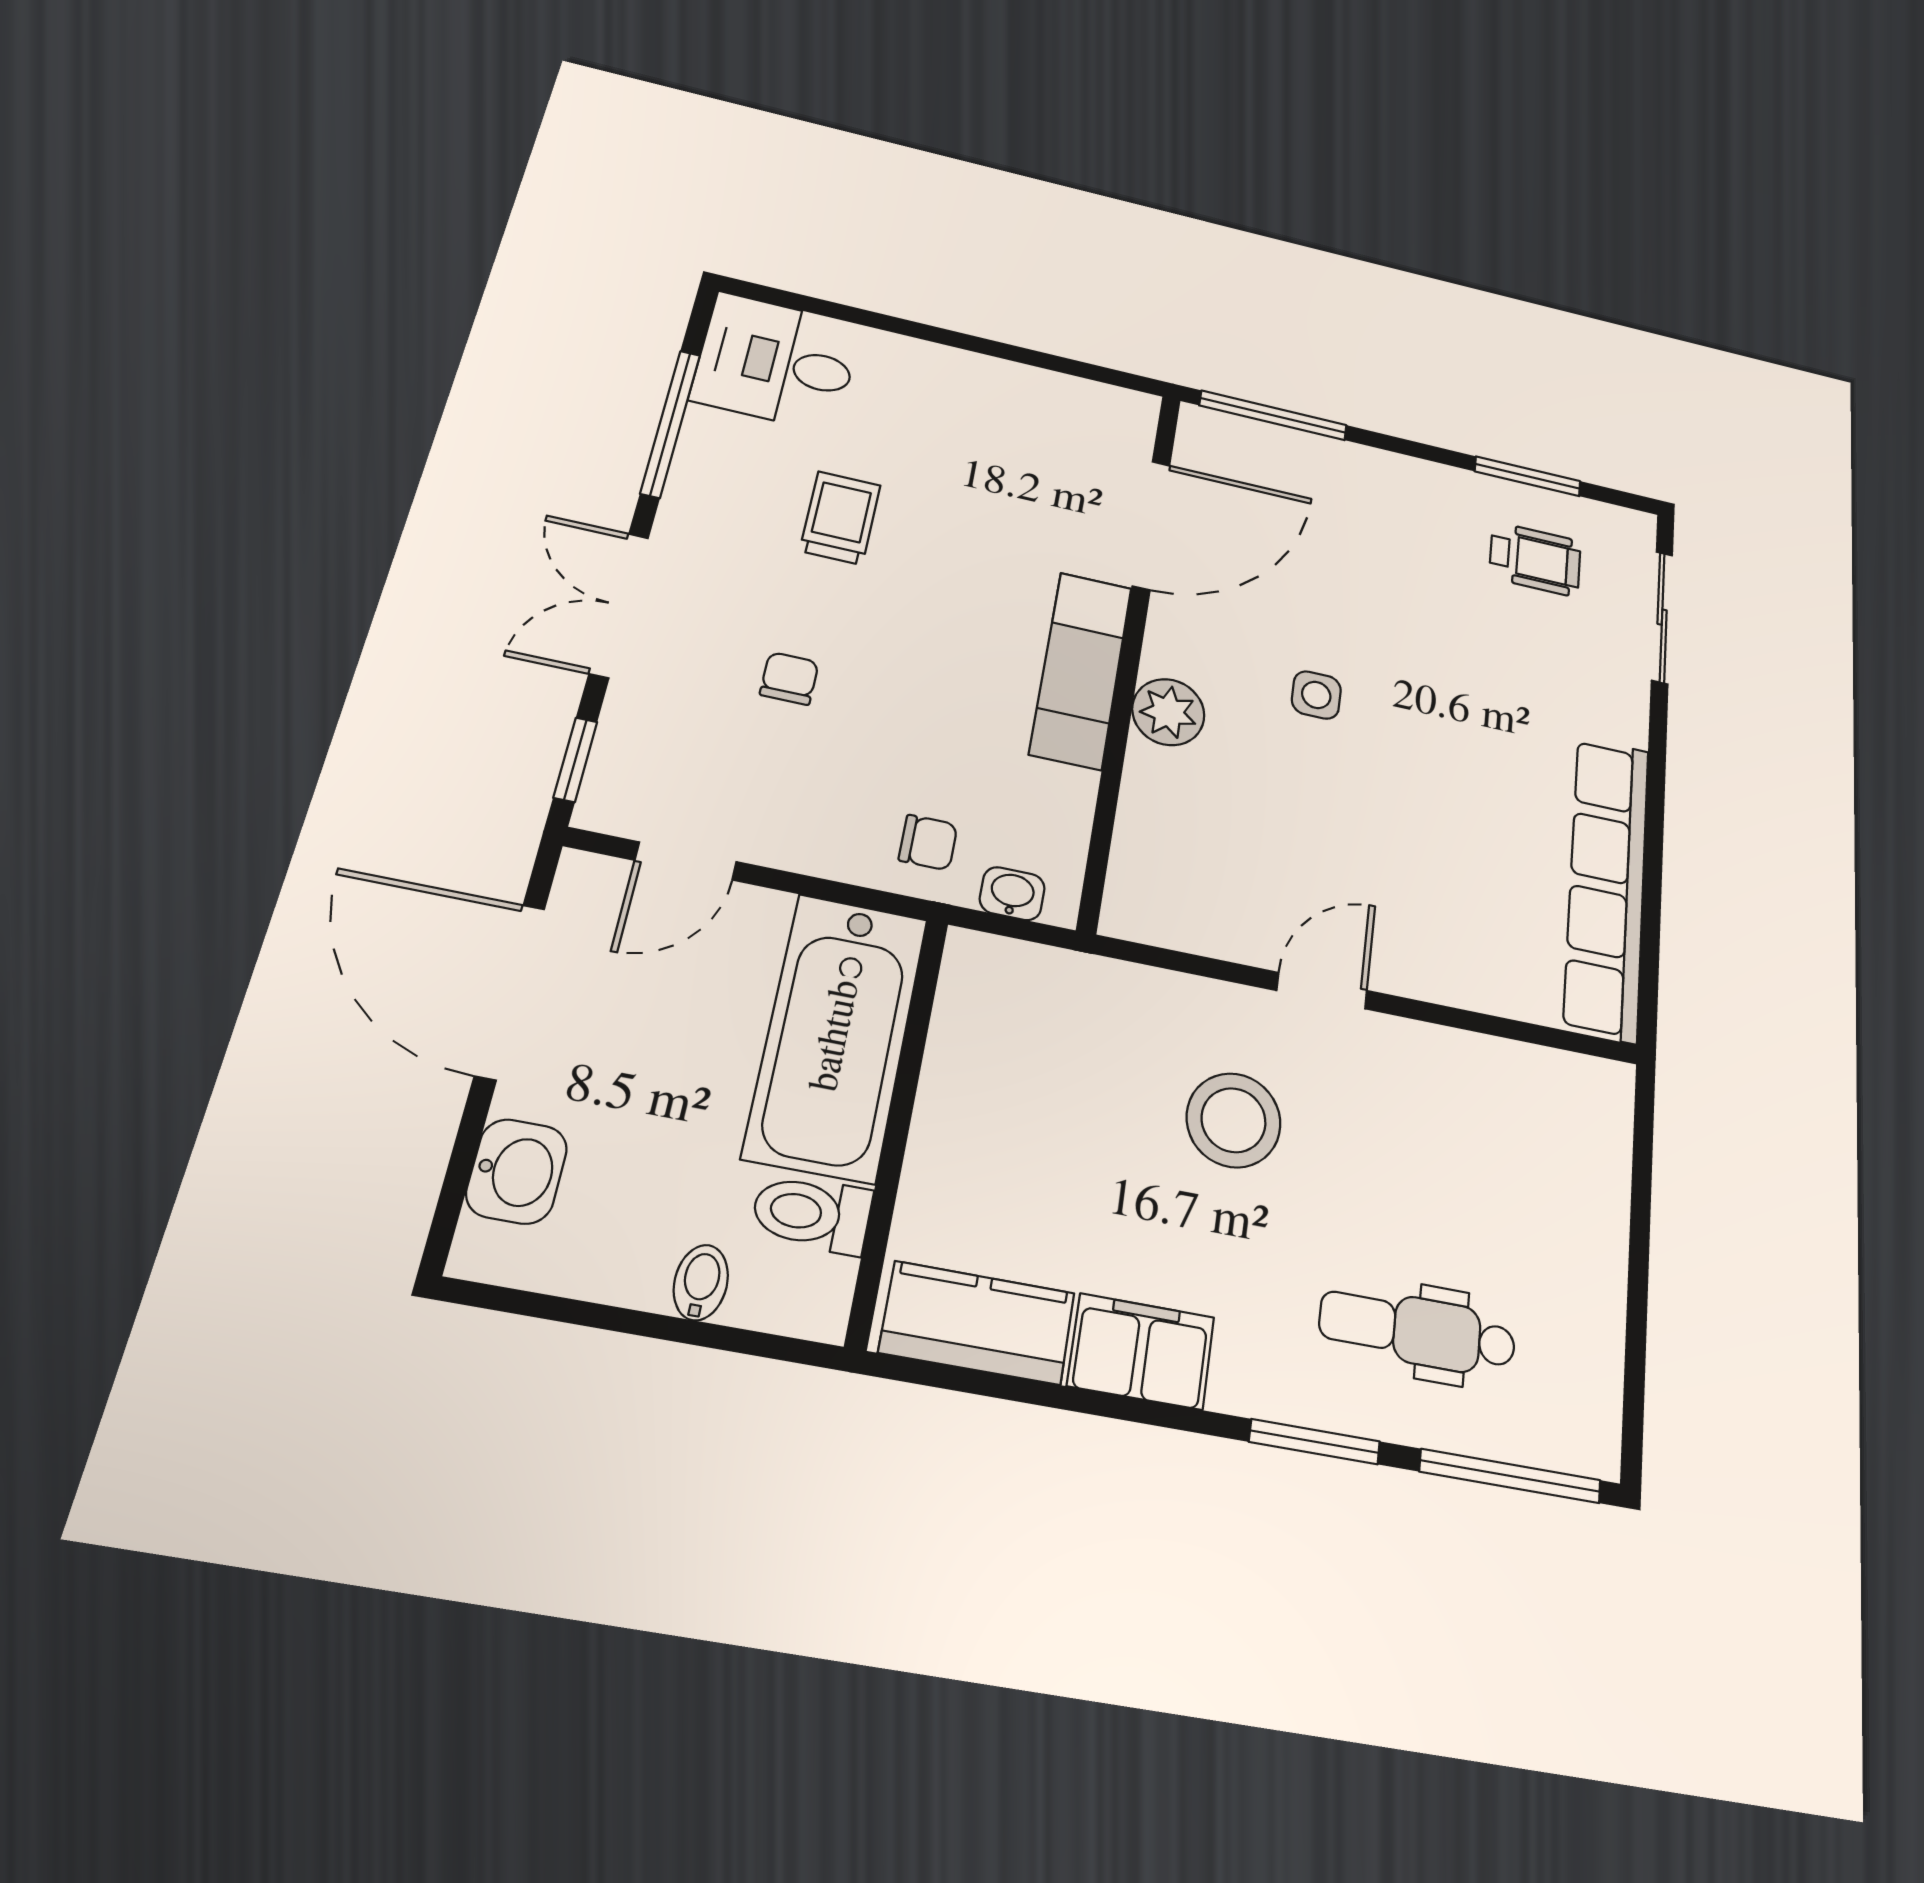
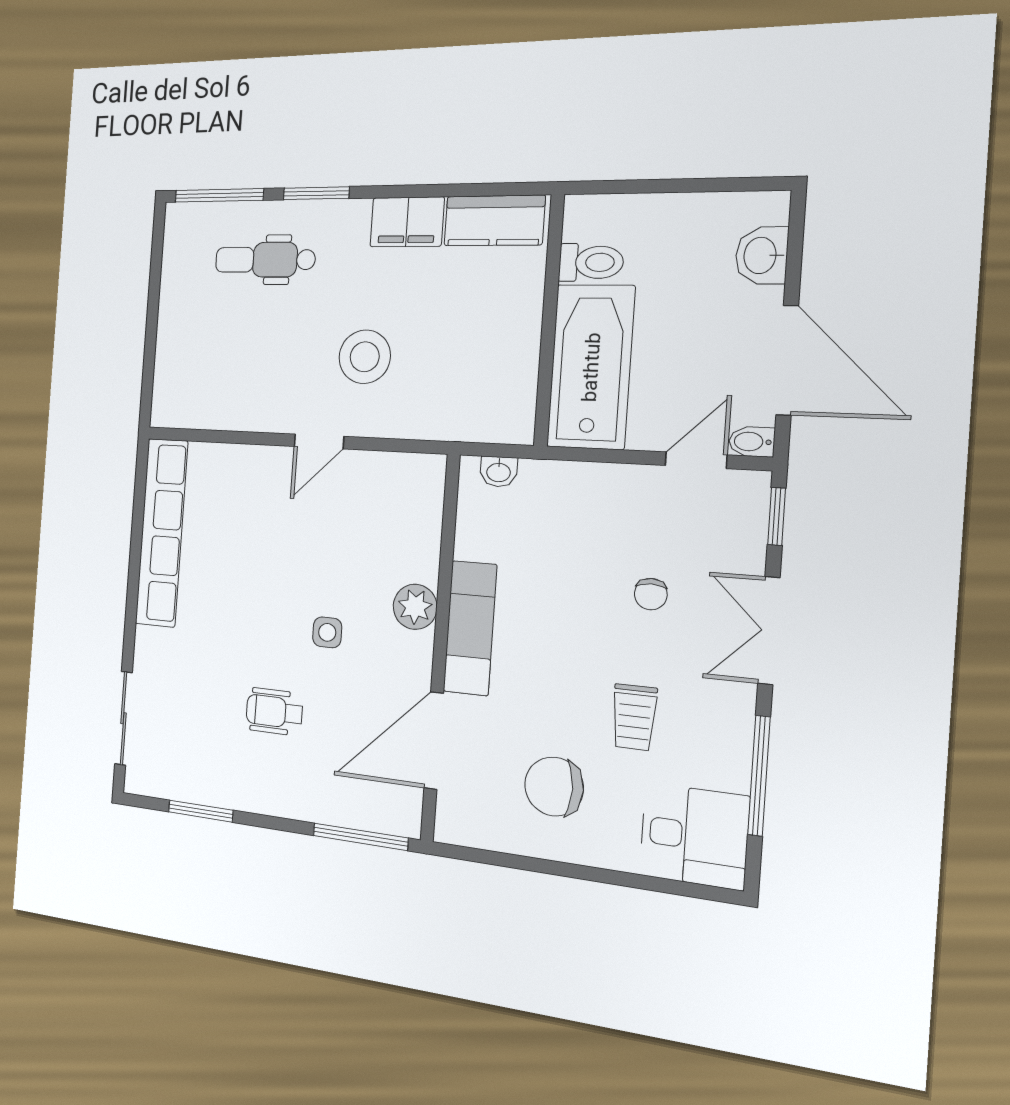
wheelchair: (1535, 559) -> (274, 712), moved
double door: (619, 605) -> (769, 631), swing flipped
chair: (928, 843) -> (554, 787), moved, width x1.87, depth x1.87
bidet: (701, 1283) -> (752, 442), moved, turned 90
dental chair: (1418, 1331) -> (265, 260), turned 180

